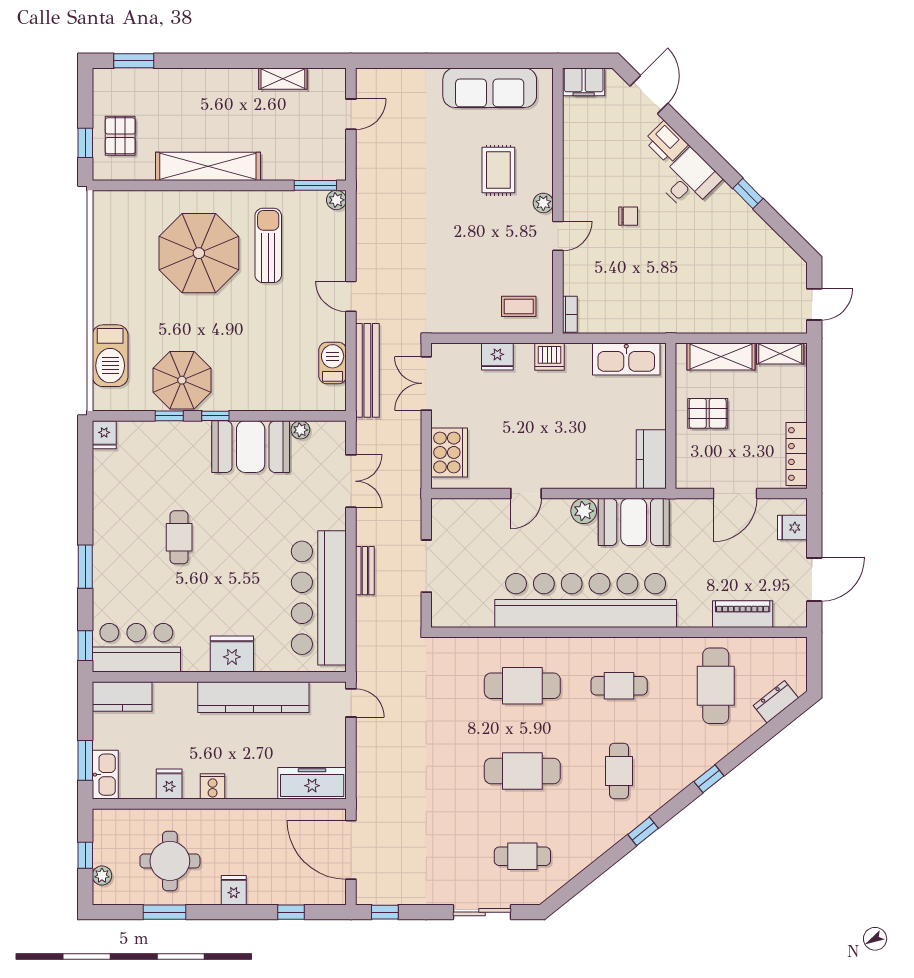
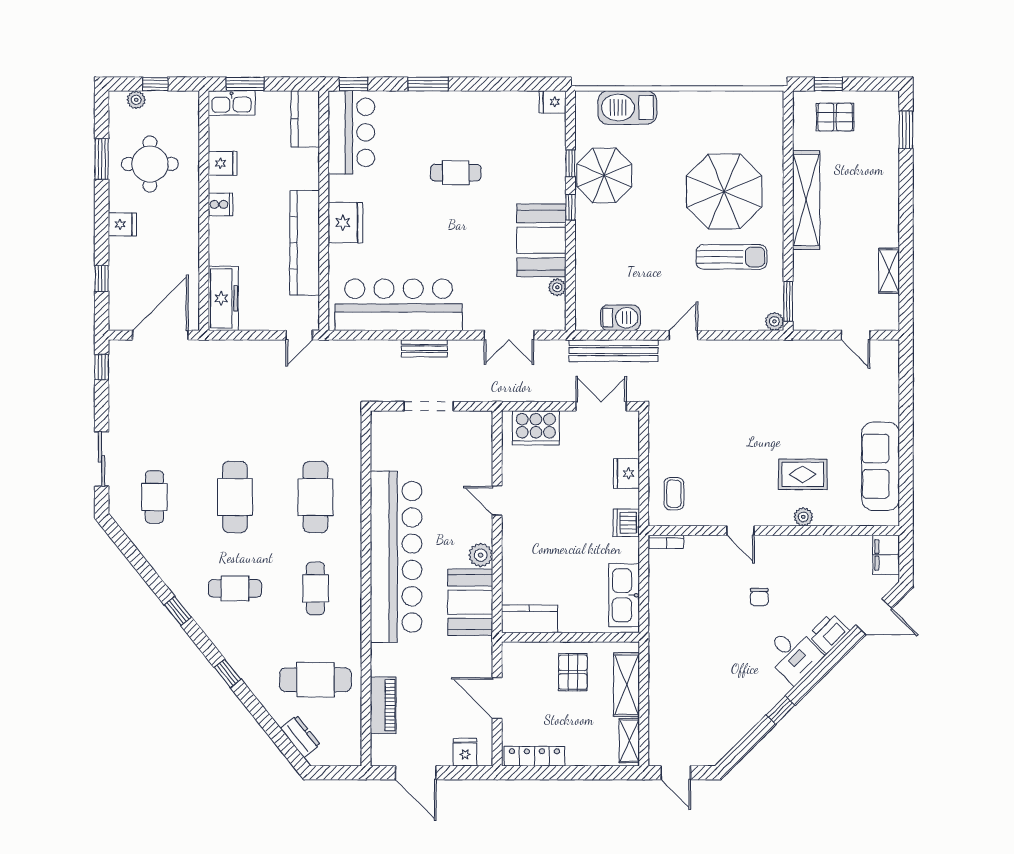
plant: (543, 203) -> (803, 517), moved

